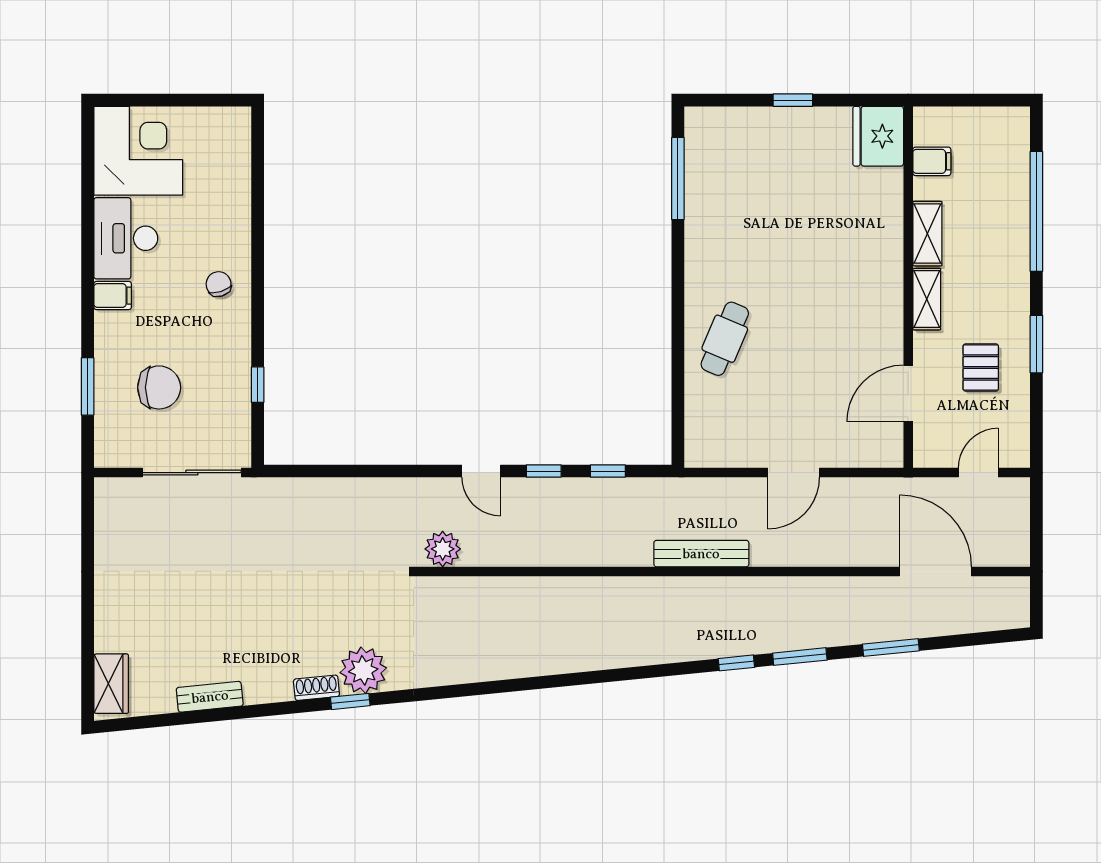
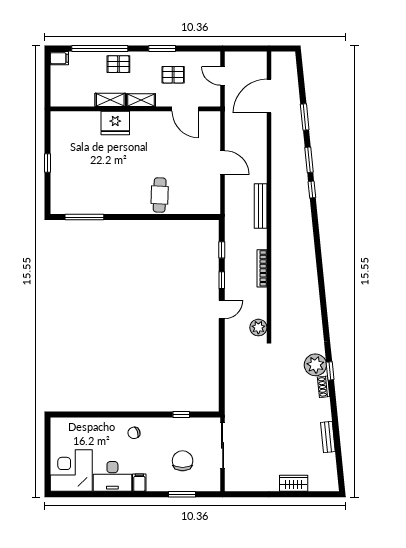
fridge: (878, 136) -> (115, 123), moved
filing cabinet: (932, 161) -> (59, 58), moved, turned 90
pallet: (1003, 251) -> (118, 64), added
cafe table: (725, 339) -> (160, 195), turned 69
bookcase: (569, 557) -> (262, 268), added
wardrobe: (111, 684) -> (294, 483), moved

